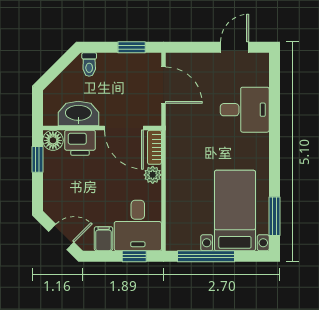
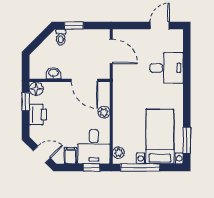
window: (132, 47) -> (74, 26), moved
washbasin: (78, 114) -> (53, 73), width x0.52, depth x0.69
printer: (80, 143) -> (38, 115), moved, turned -90
bookcase: (154, 147) -> (105, 94), removed
plant: (174, 234) -> (119, 153), added

